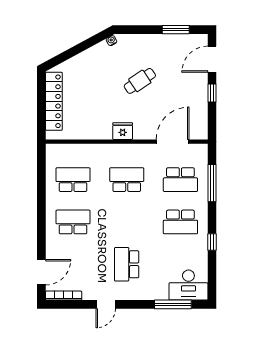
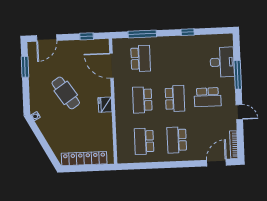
door: (212, 59) -> (47, 38), hinge flipped
cafe table: (140, 81) -> (66, 93), width x1.37, depth x1.35
window: (212, 93) -> (87, 36), moved
school desk: (180, 222) -> (175, 99), moved
door: (41, 272) -> (216, 163), hinge flipped
desk: (188, 285) -> (222, 62), moved
window: (173, 304) -> (238, 75), moved

